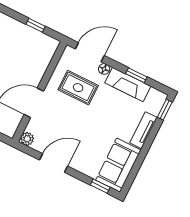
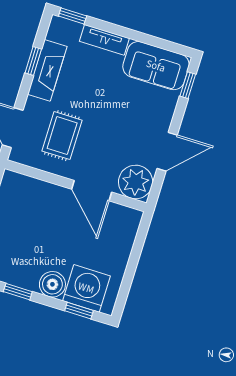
floor lamp: (104, 69) -> (32, 105), removed
plant: (27, 139) -> (136, 182), width x1.88, depth x1.88
door: (54, 163) -> (167, 152), swing flipped

